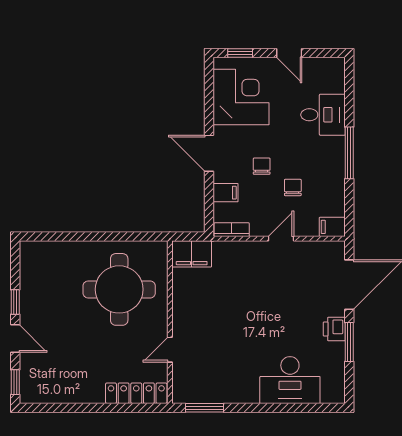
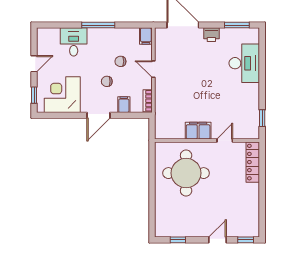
filing cabinet: (192, 254) -> (198, 131), moved, turned -90
window: (15, 302) -> (178, 240), moved
window: (349, 342) -> (237, 25), moved
door: (170, 350) -> (225, 140), swing flipped
window: (205, 408) -> (262, 118), width x0.67

